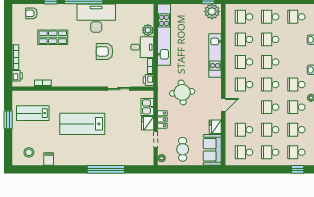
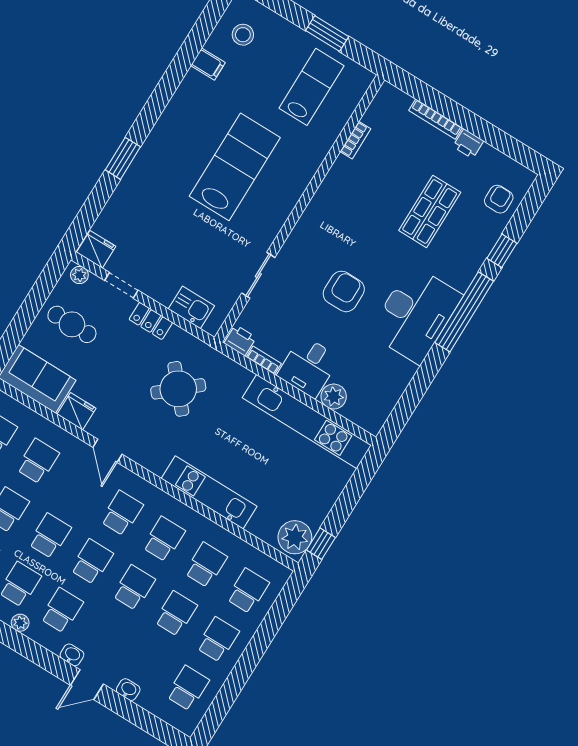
printer: (17, 76) -> (468, 144), moved
round table: (182, 92) -> (178, 389), turned -35
fridge: (148, 123) -> (96, 249), moved
window: (106, 169) -> (123, 158), width x0.47

